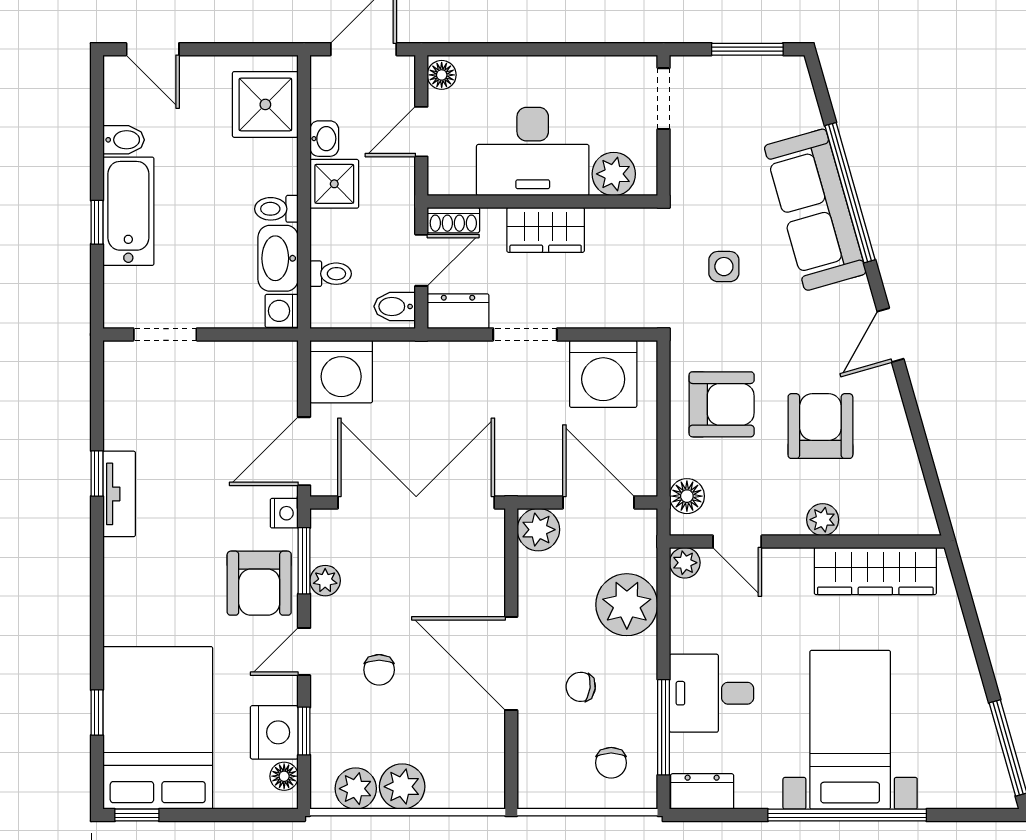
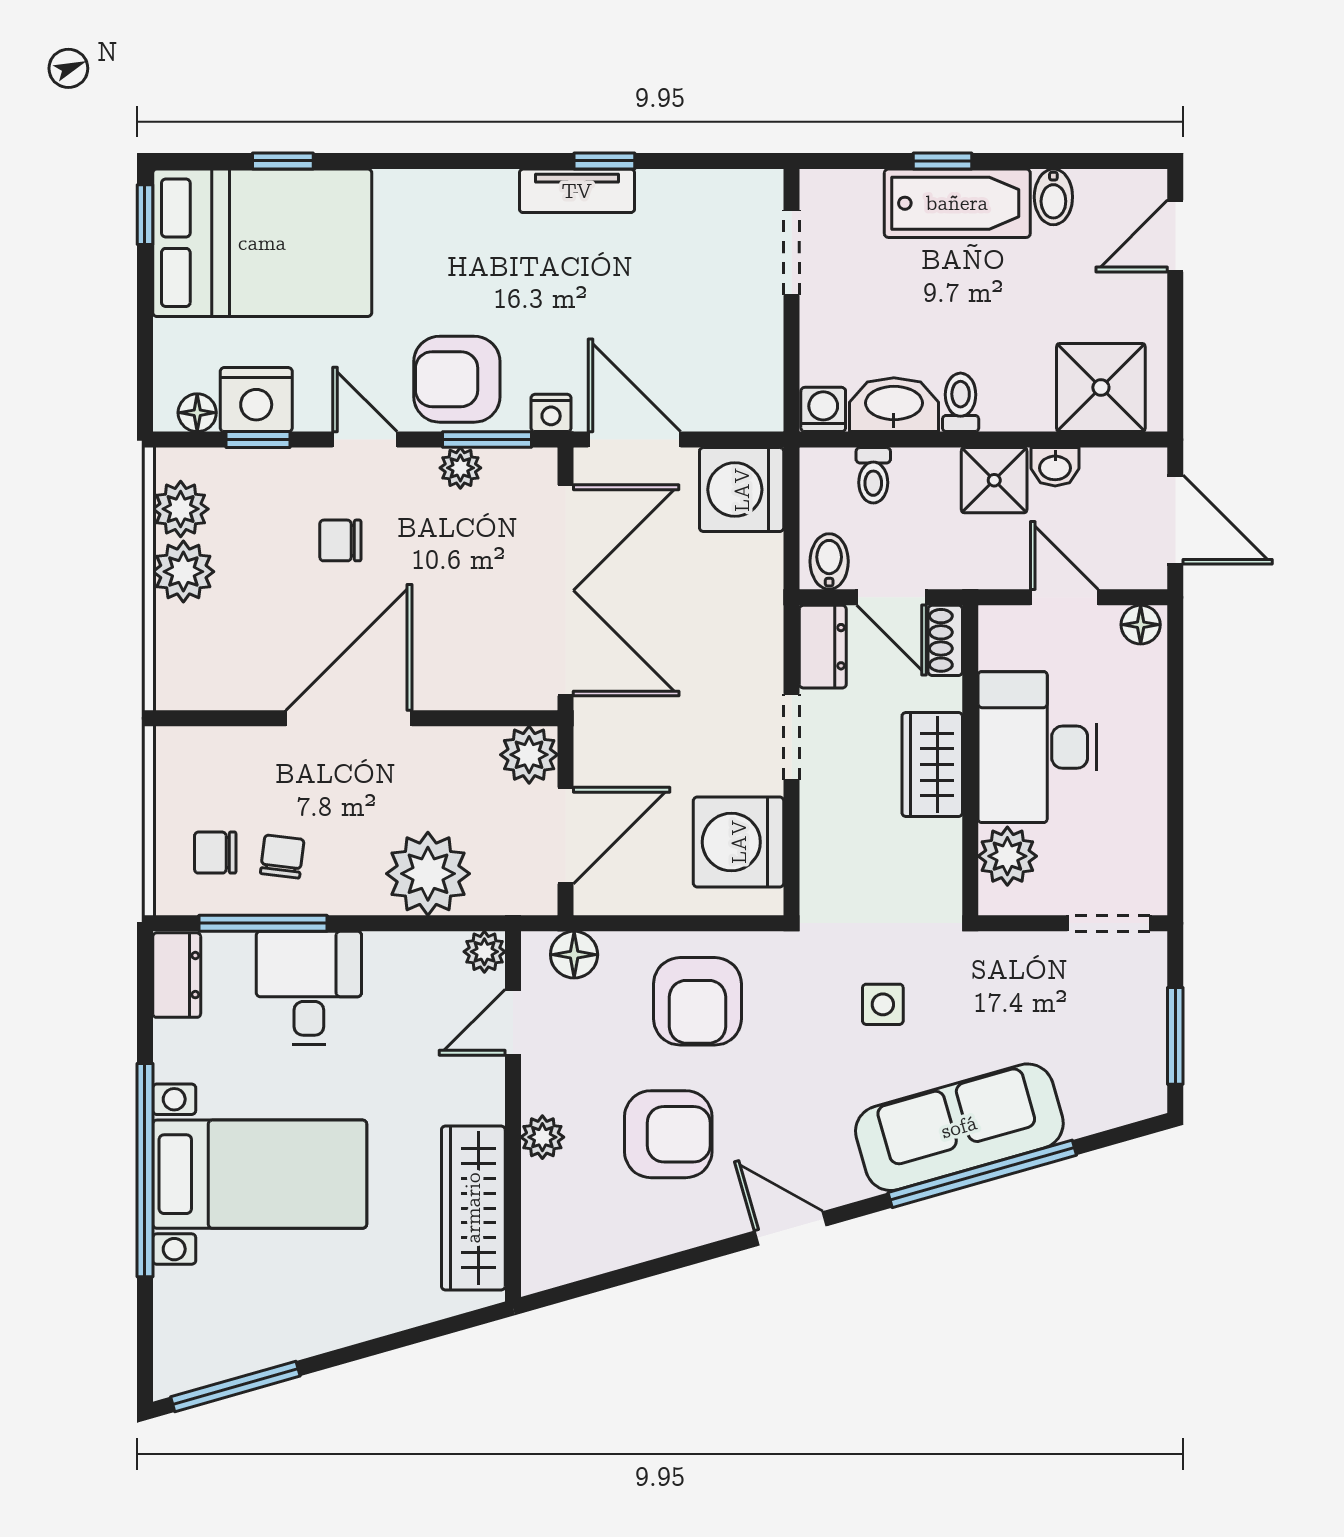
chair: (581, 687) -> (282, 856), moved

